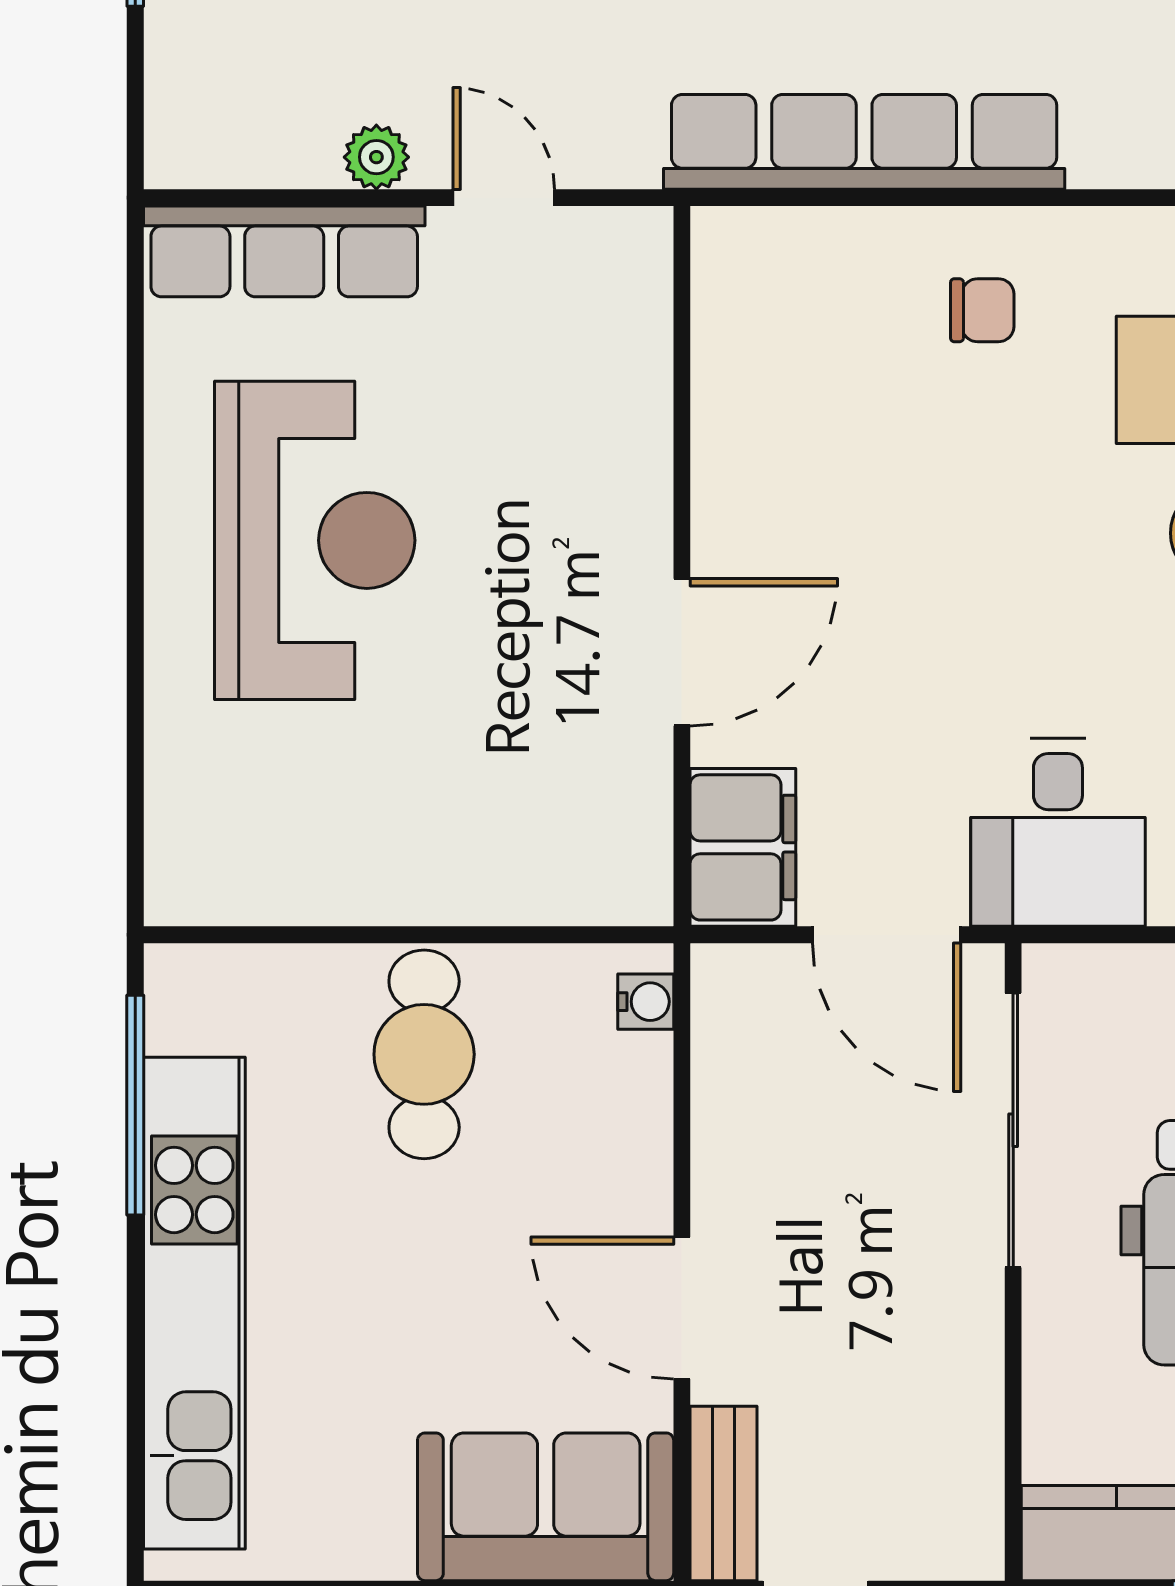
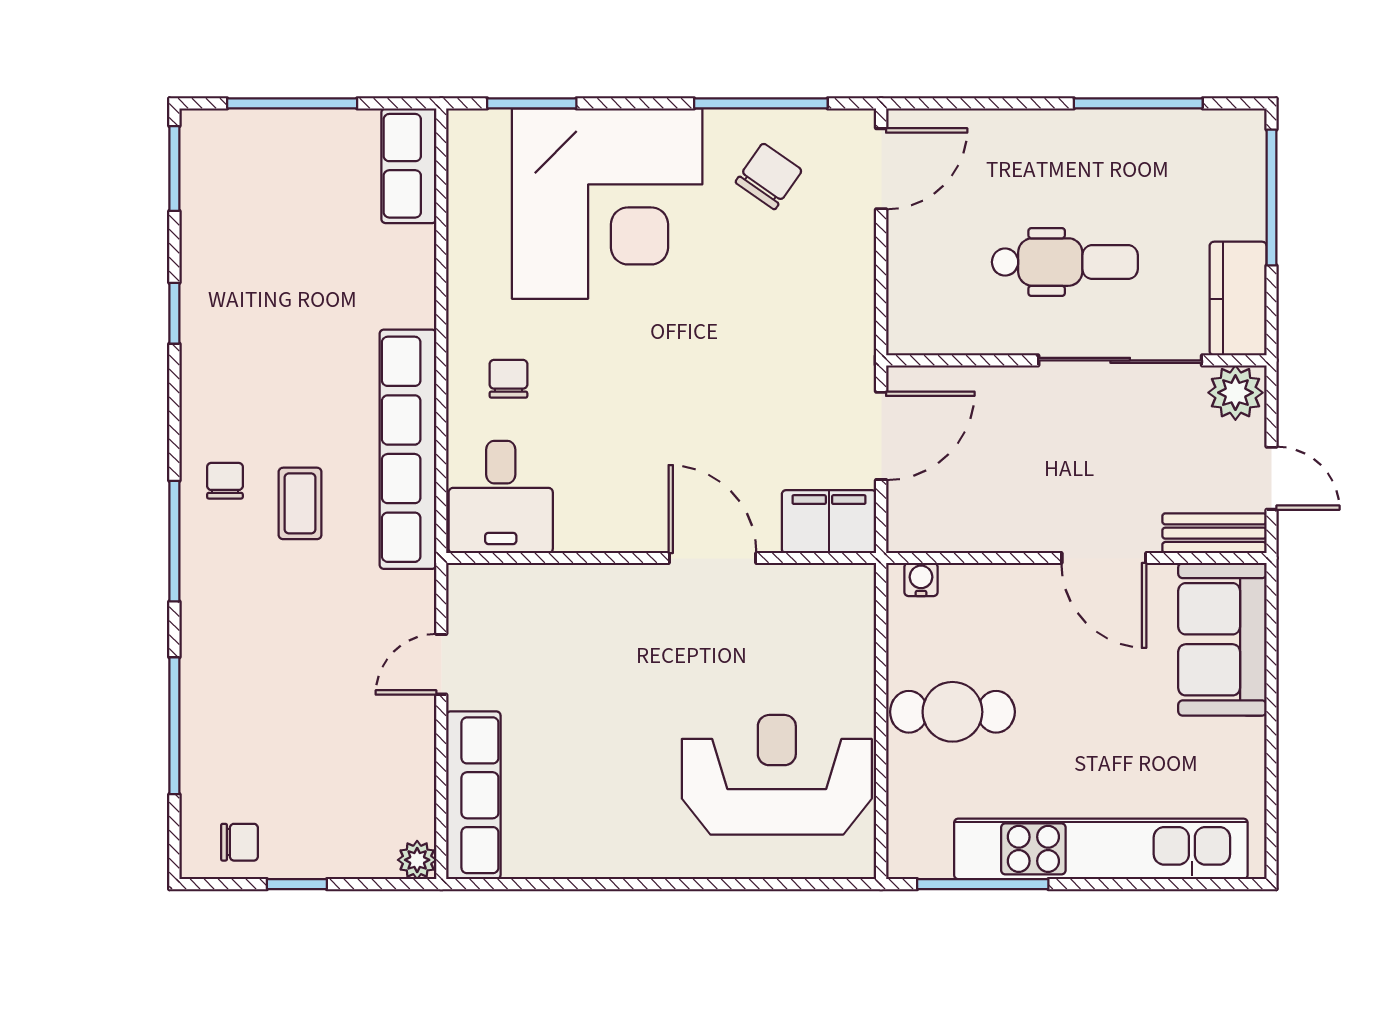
plant: (376, 157) -> (417, 860), moved
reception desk: (315, 540) -> (777, 775), moved
desk: (1058, 832) -> (501, 497), moved, turned 90
sliding door: (1013, 1130) -> (1120, 360), moved
door: (682, 1308) -> (1104, 558), hinge flipped
plant: (959, 1529) -> (1235, 393), added

